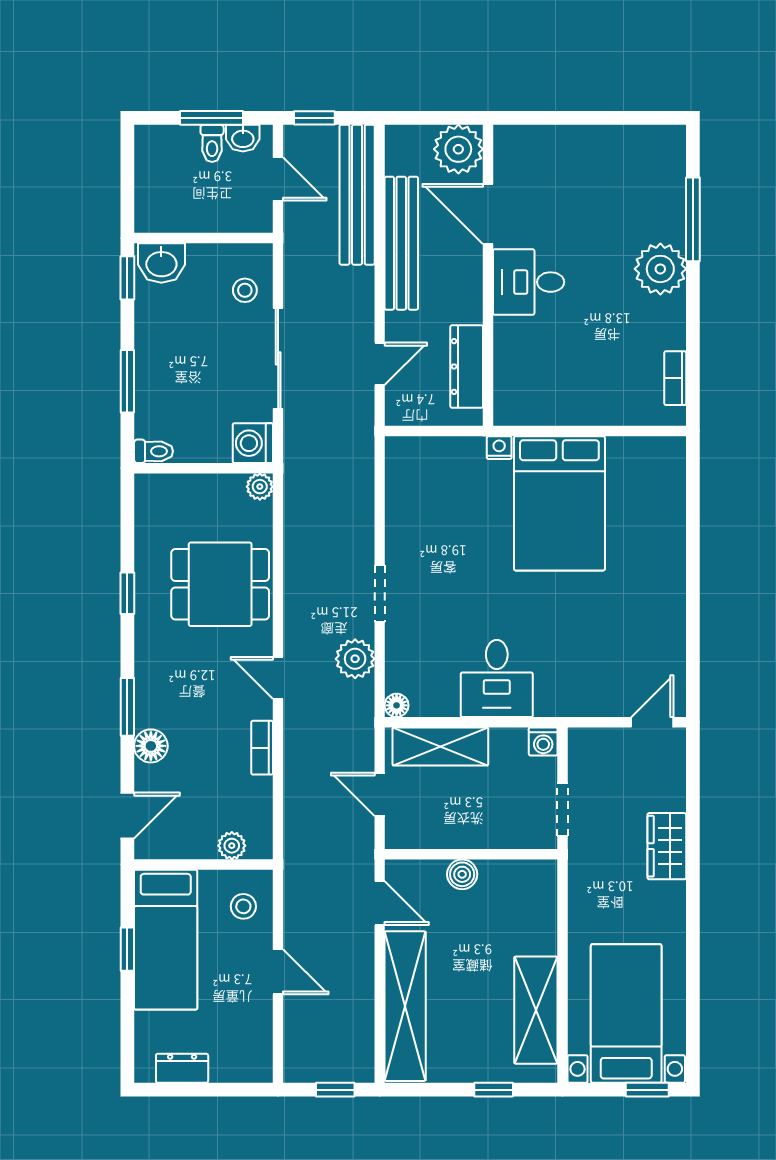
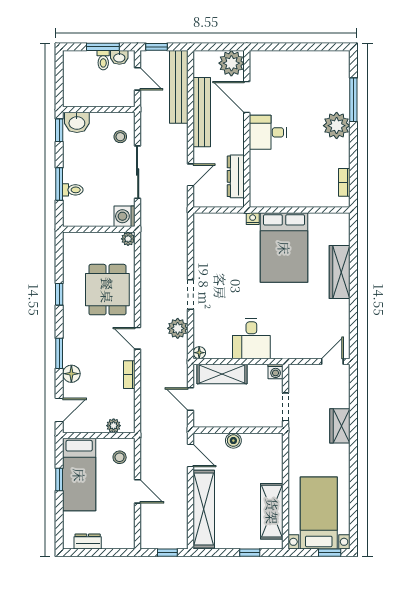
toilet: (154, 451) -> (73, 190), moved
wardrobe: (666, 551) -> (340, 272), added
dining table: (220, 584) -> (107, 290), turned 90

